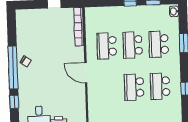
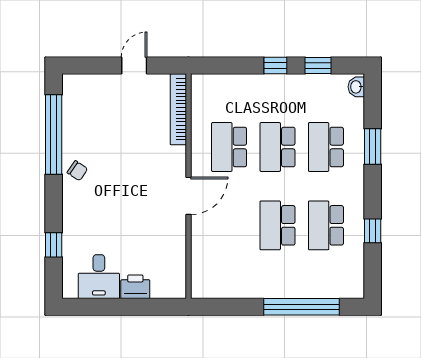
window: (13, 68) -> (54, 134), moved
door: (86, 73) -> (189, 196), swing flipped

